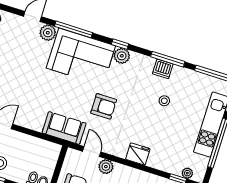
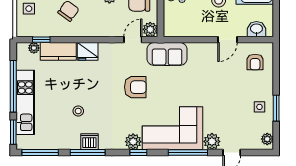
armchair: (104, 106) -> (135, 87), turned 180
door: (92, 152) -> (133, 40), swing flipped
kitchen counter: (165, 163) -> (58, 51), added
plant: (106, 167) -> (150, 29), moved

